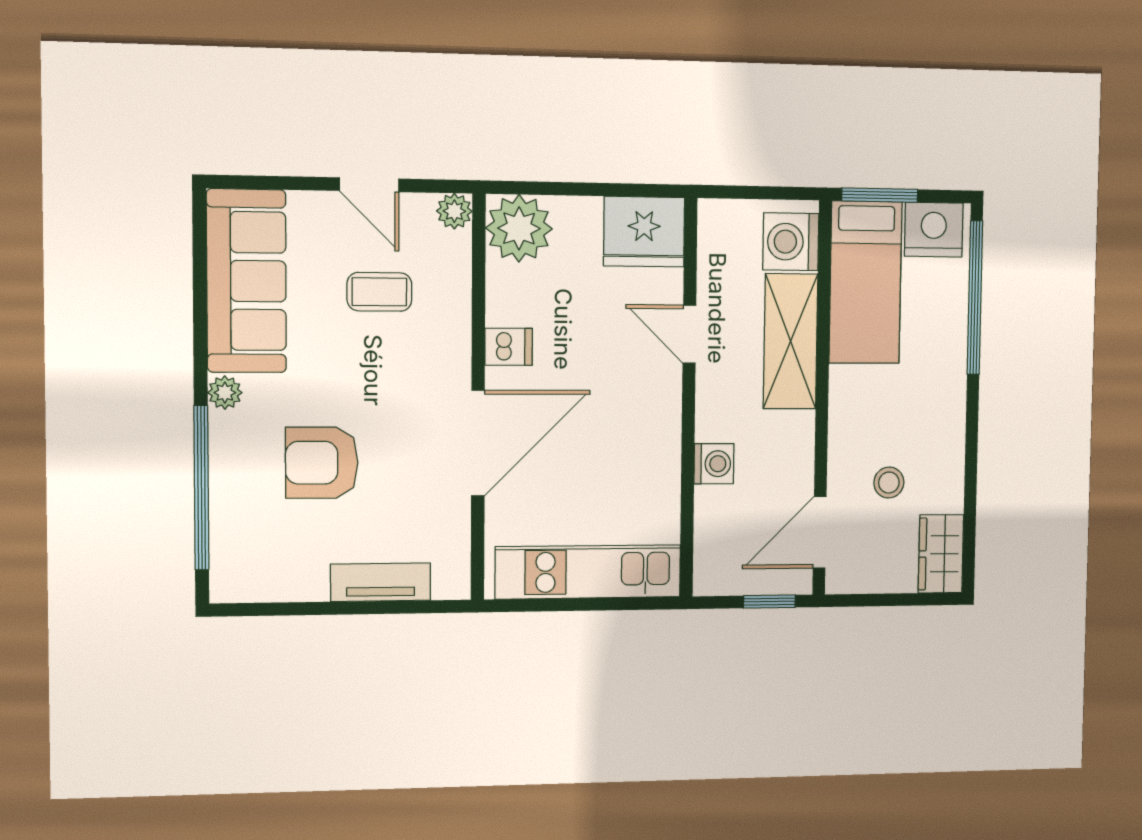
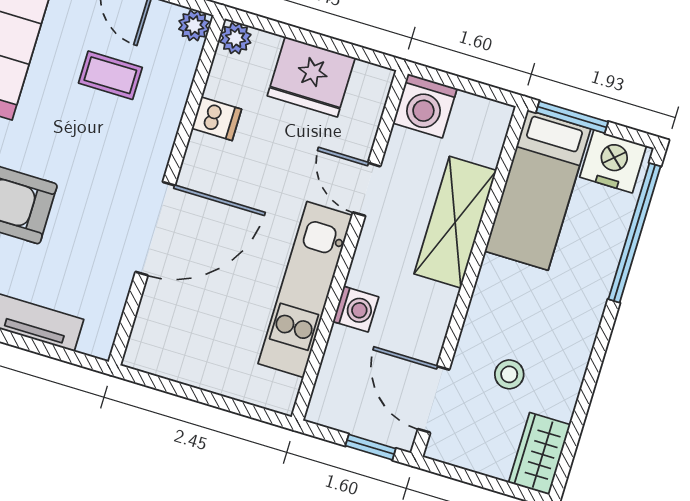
plant: (519, 228) -> (235, 38), width x0.53, depth x0.53
fridge: (644, 232) -> (311, 77), moved
washing machine: (791, 242) -> (425, 106), moved, turned -90
dishwasher: (509, 347) -> (217, 119), moved
door: (820, 532) -> (434, 399), hinge flipped
kitchen unit: (588, 572) -> (305, 289), moved, turned -90

